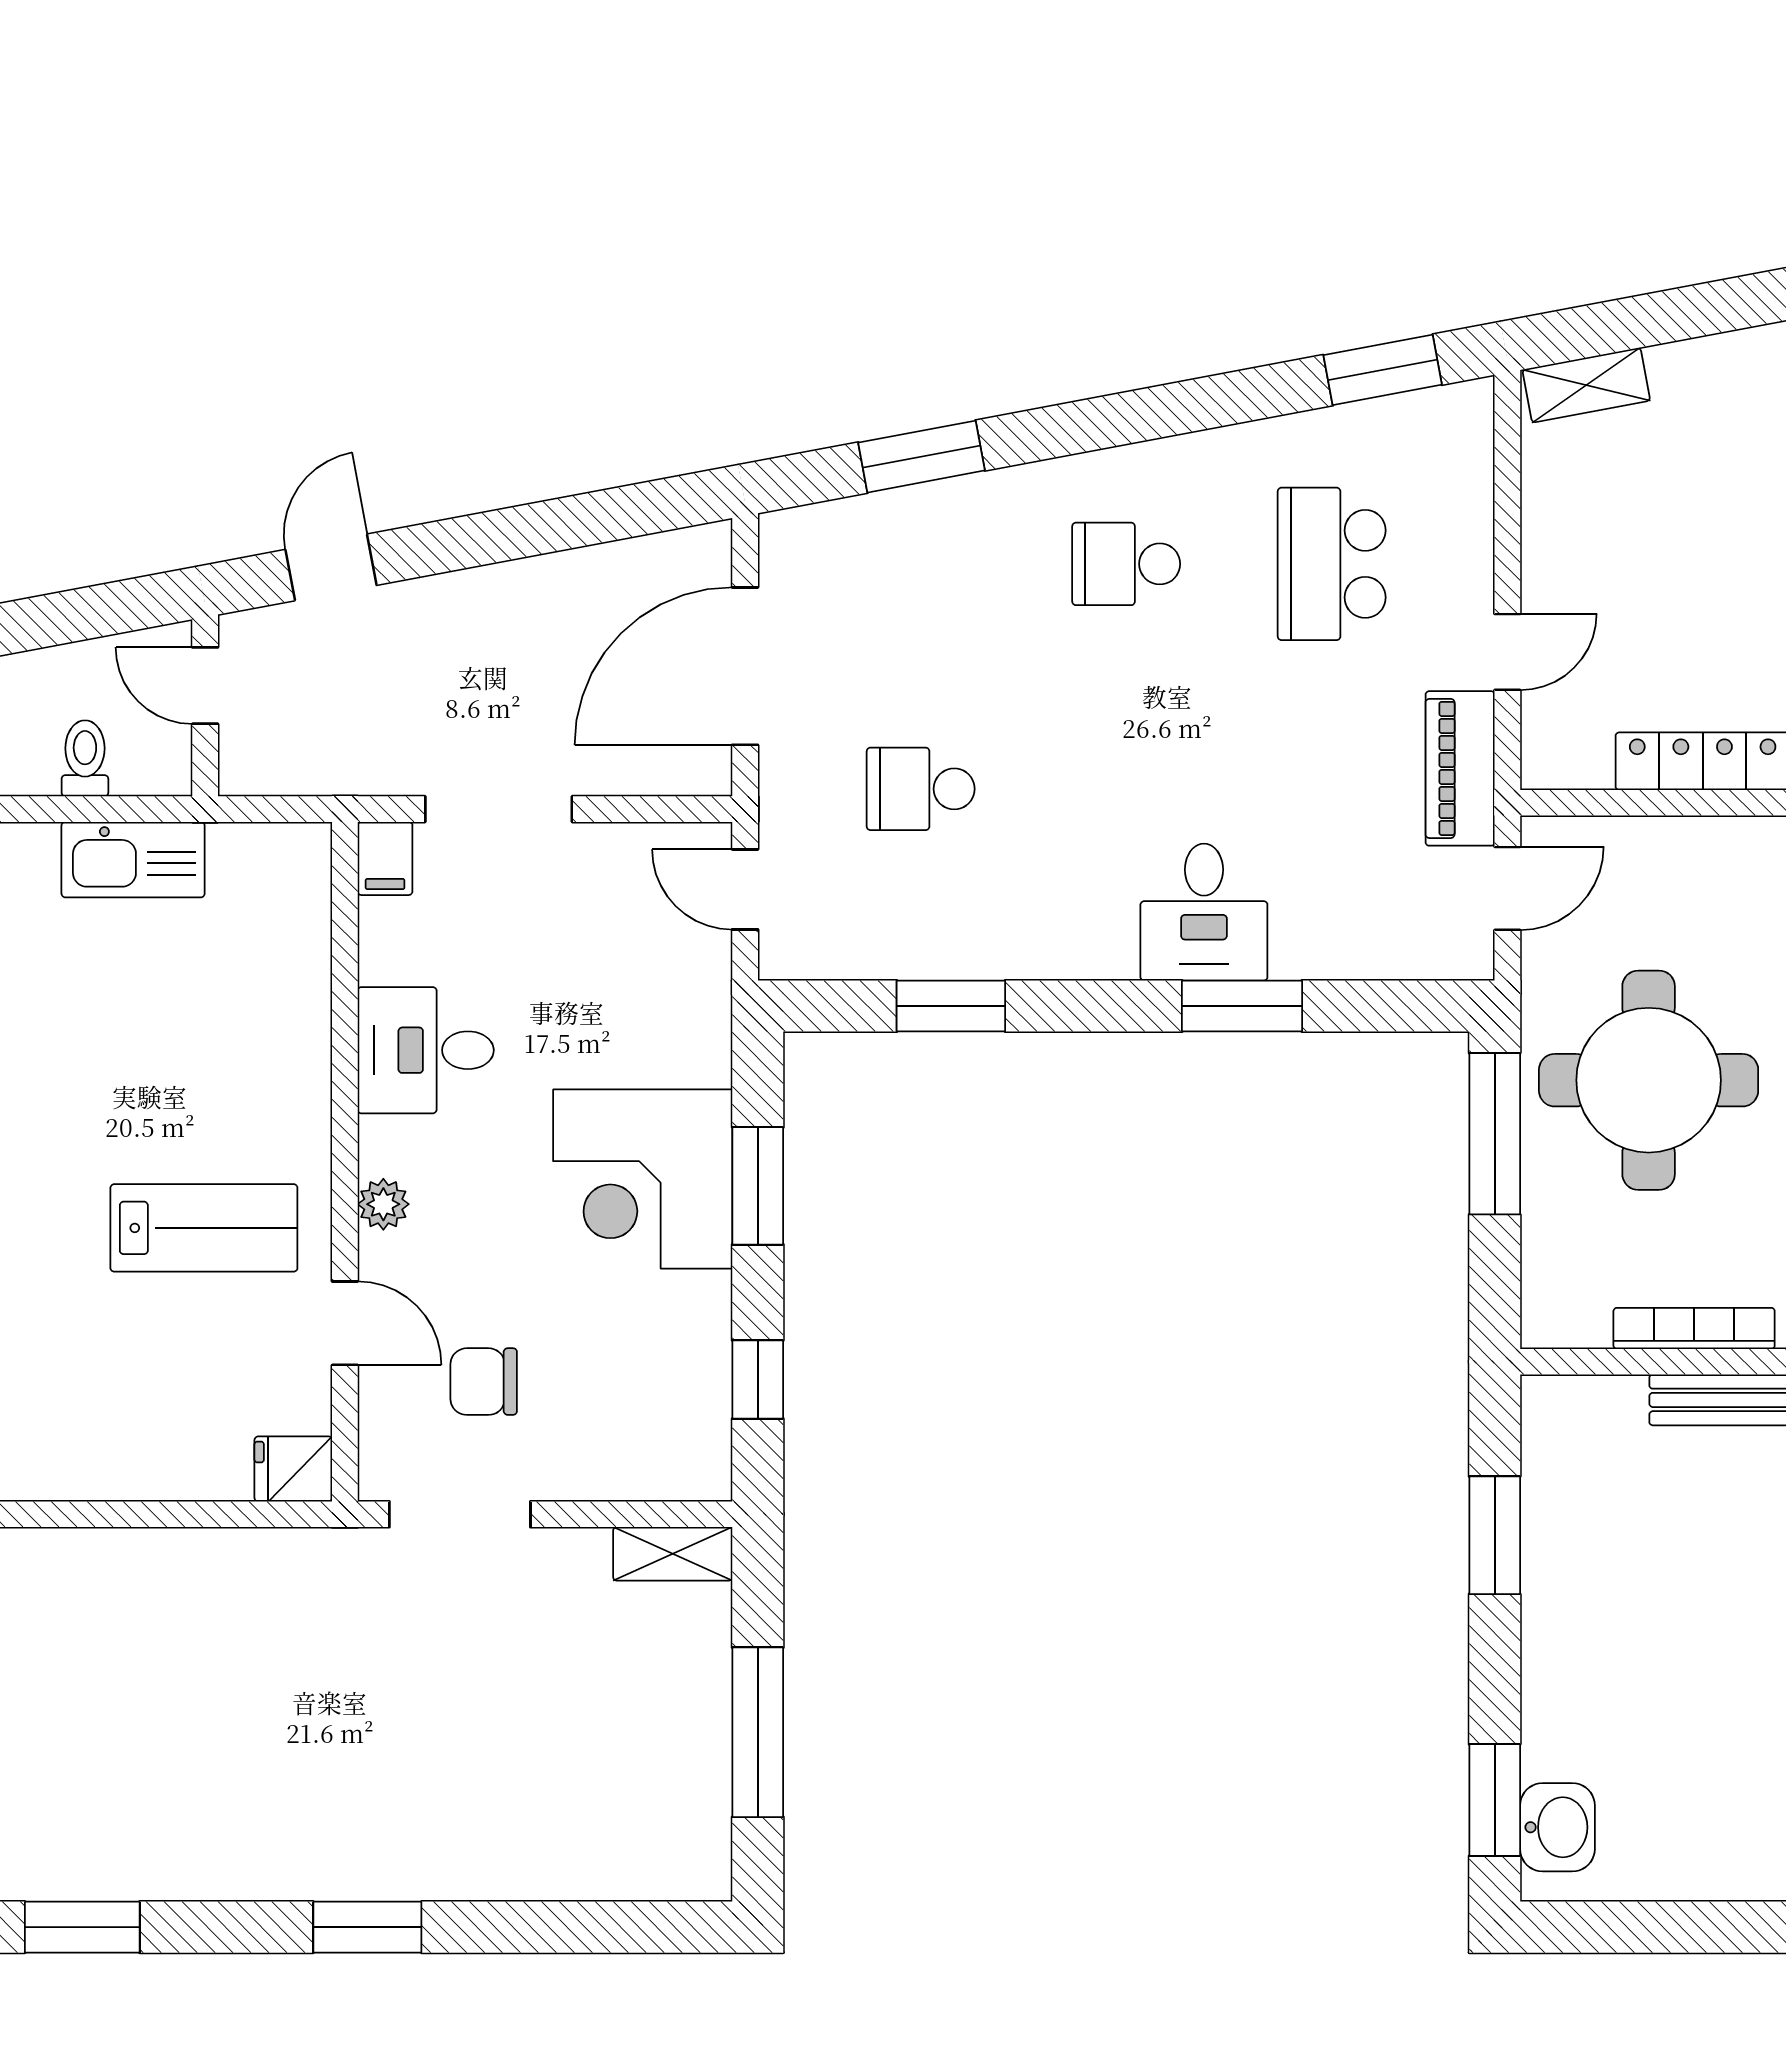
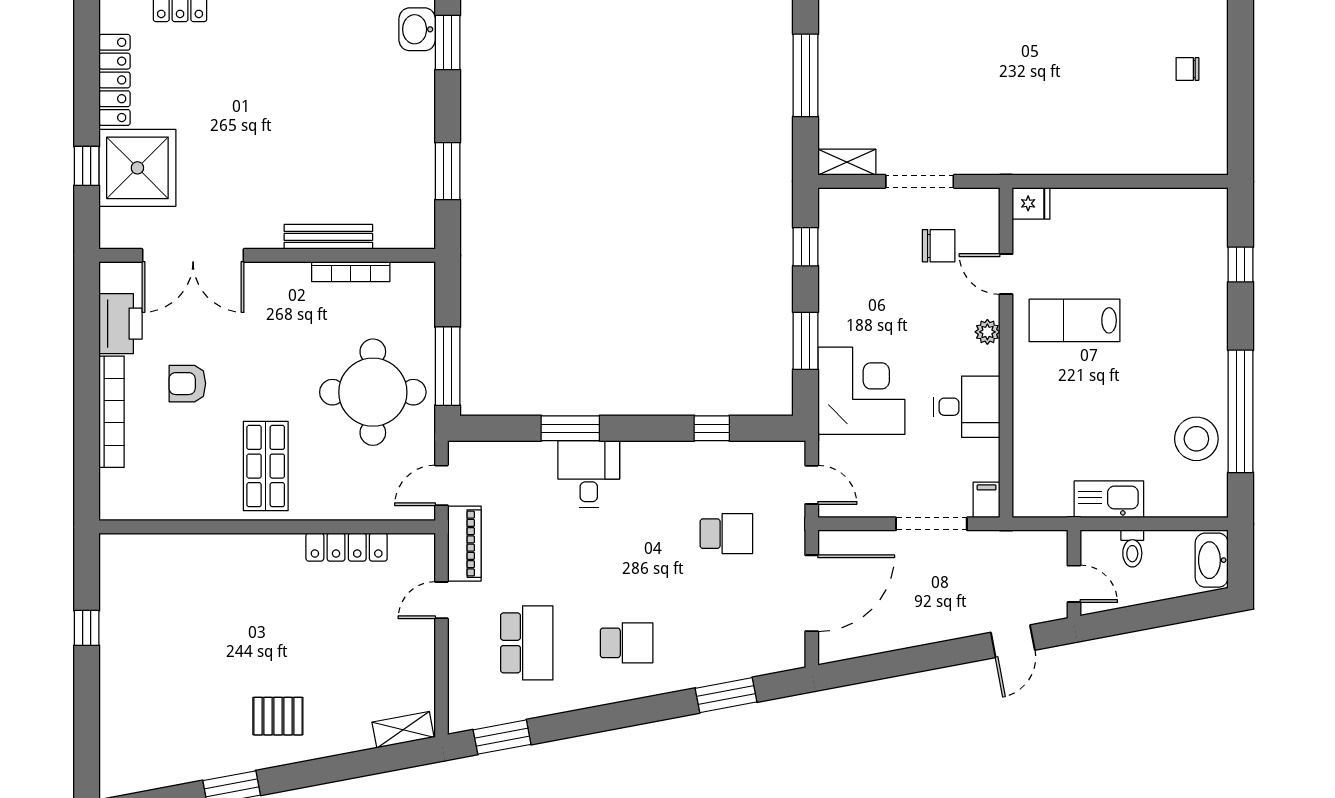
window: (951, 1006) -> (712, 428), width x0.67
corner desk: (643, 1179) -> (861, 391), moved
doorway: (460, 1514) -> (920, 181), moved

